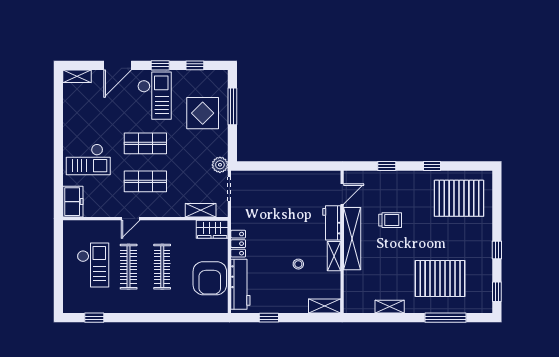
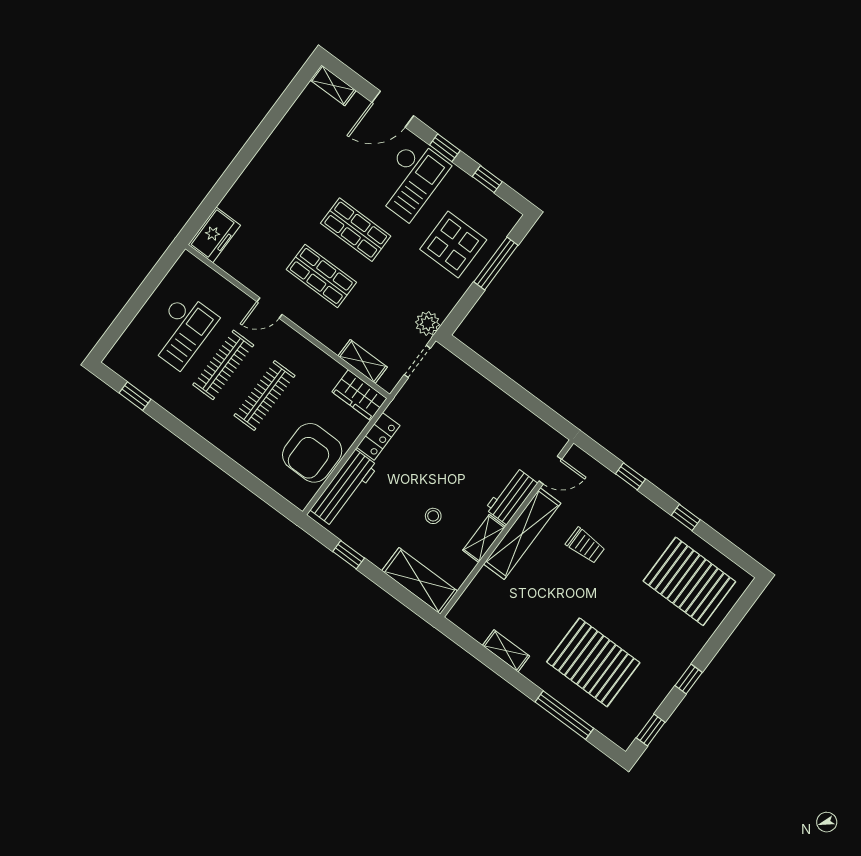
checkout: (88, 159) -> (271, 197), removed
shelving: (325, 306) -> (420, 581), width x1.50, depth x1.33

